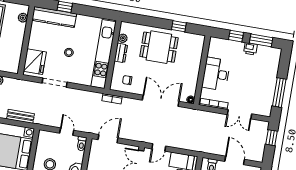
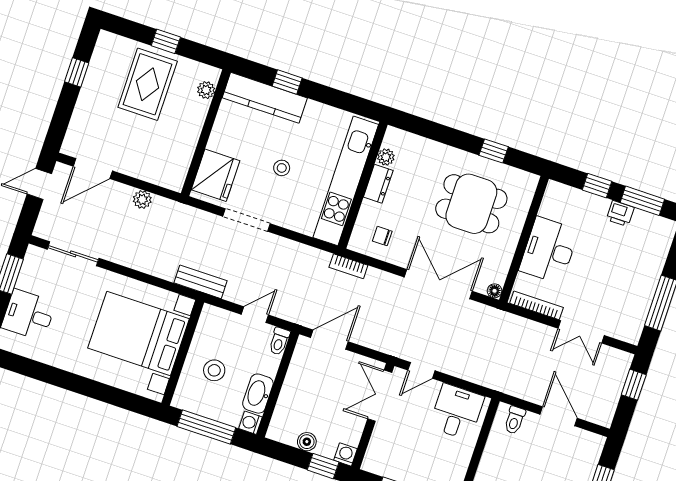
dining table: (159, 47) -> (471, 204), moved
bench: (20, 116) -> (201, 282), moved
door: (67, 132) -> (255, 315), hinge flipped

